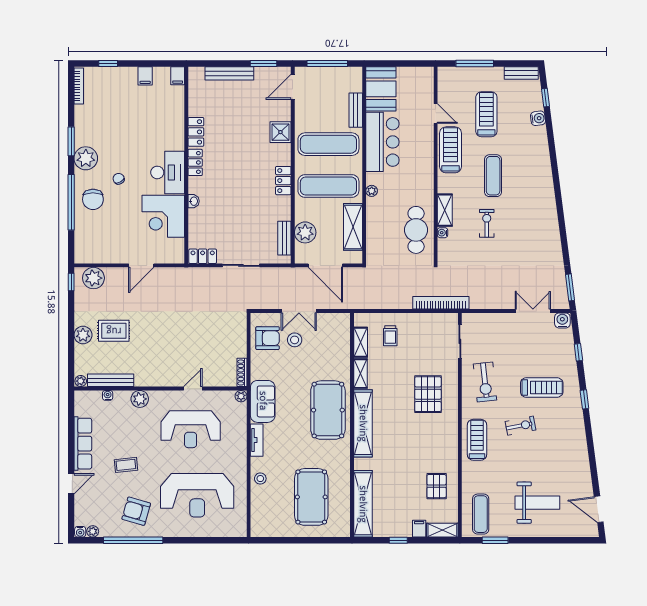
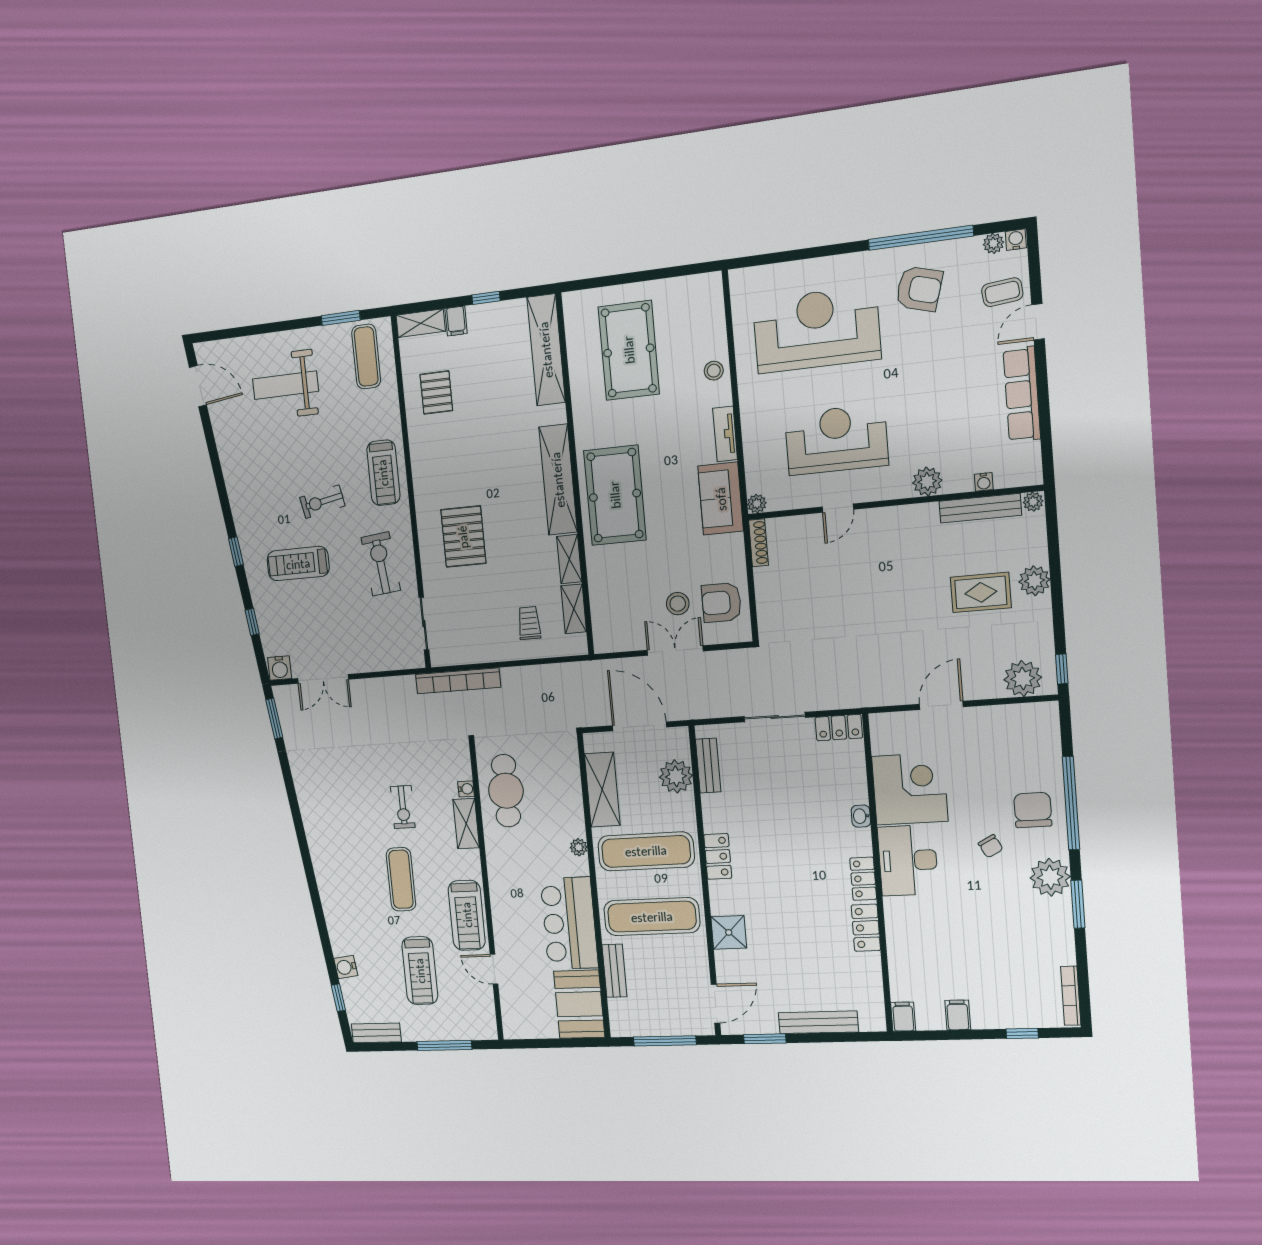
coffee table: (126, 465) -> (1002, 292), moved

